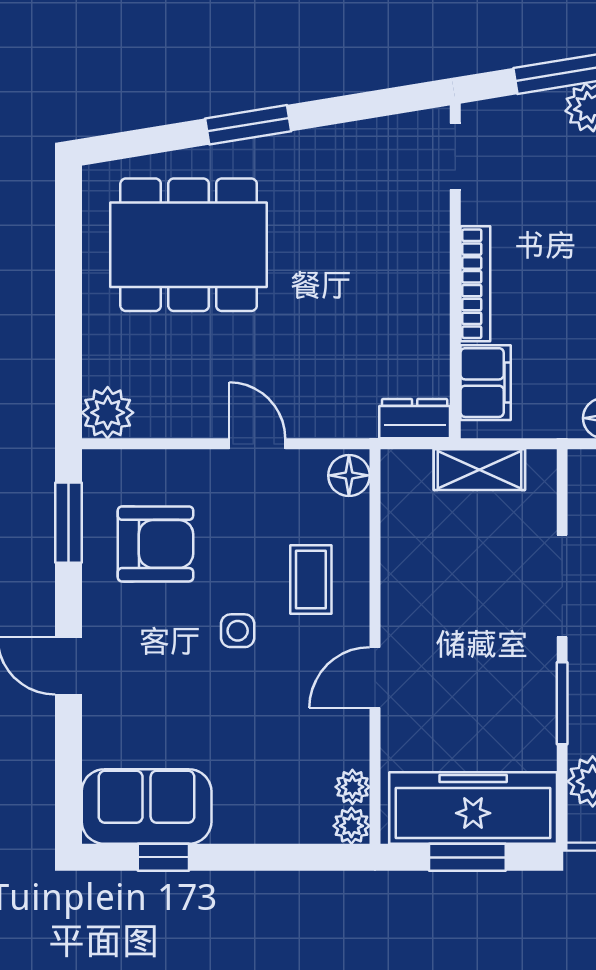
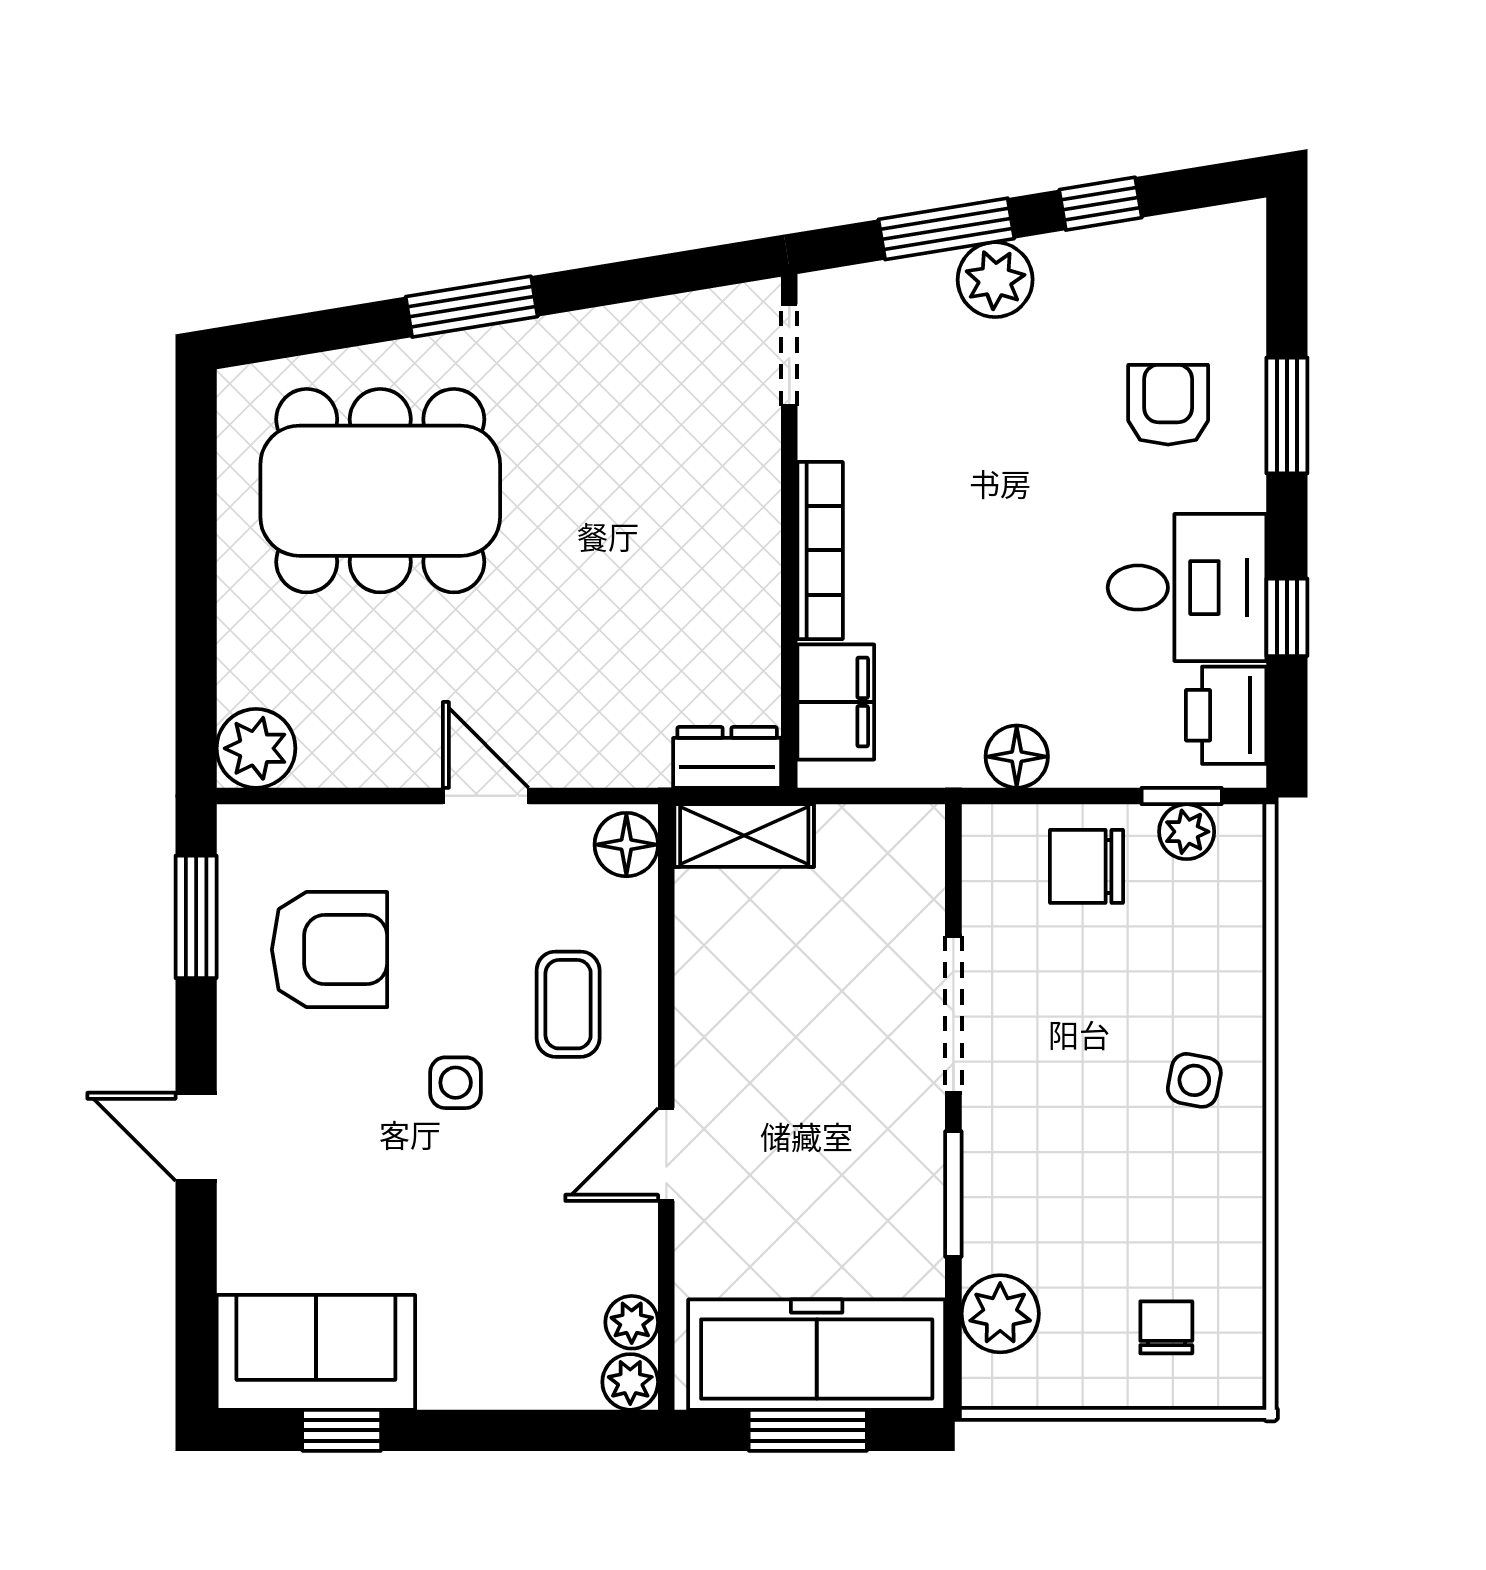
shelving: (479, 470) -> (744, 836), moved

